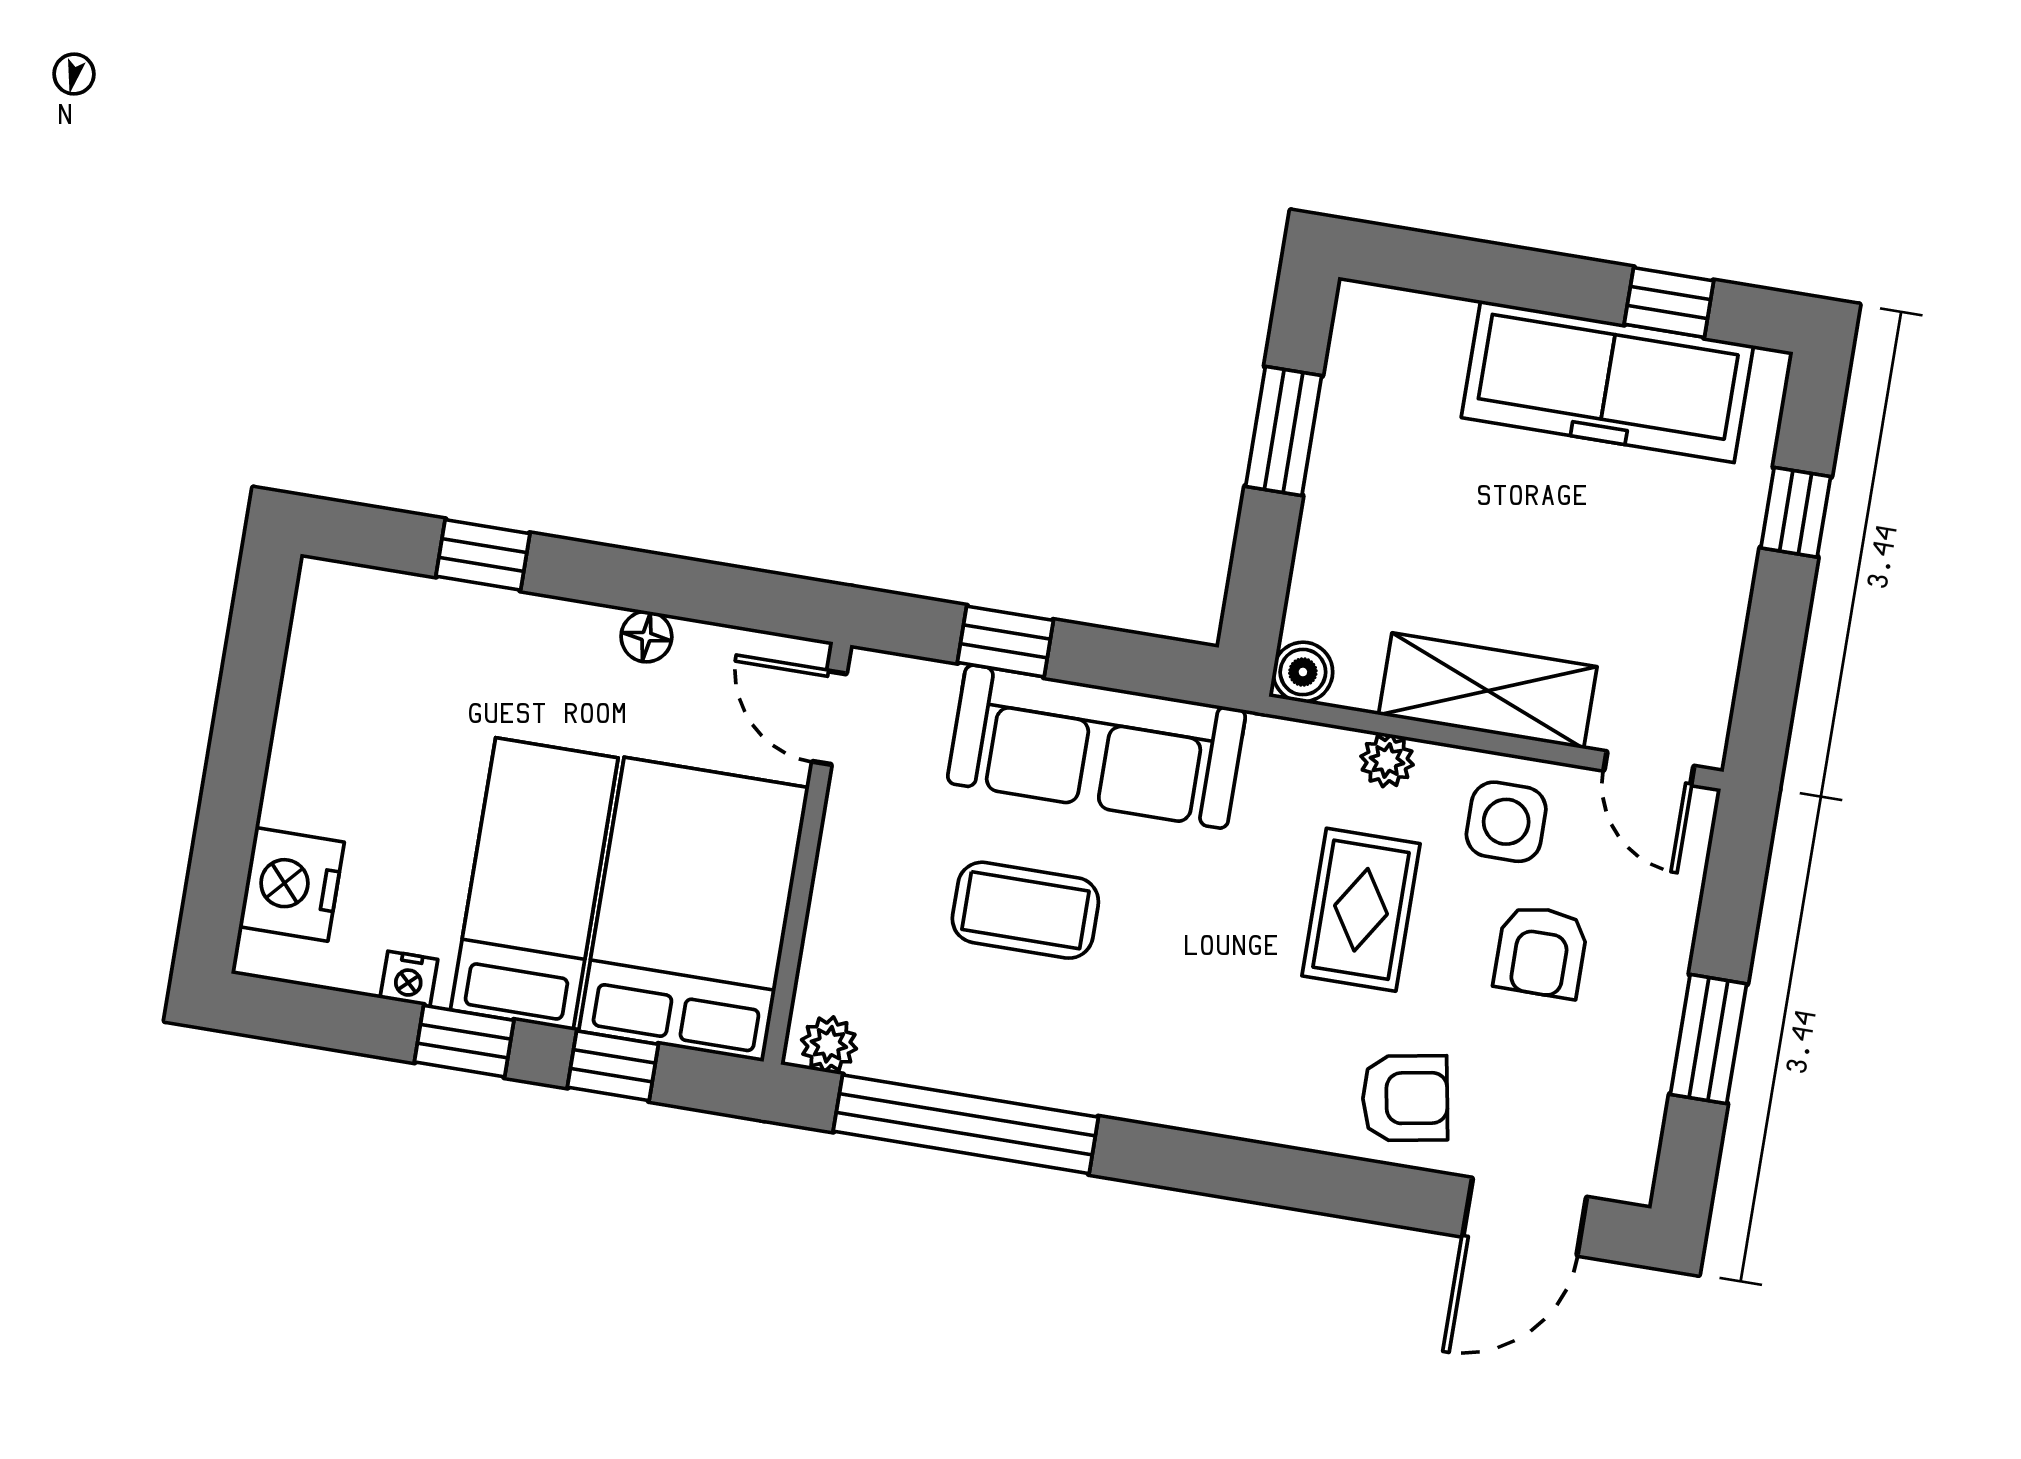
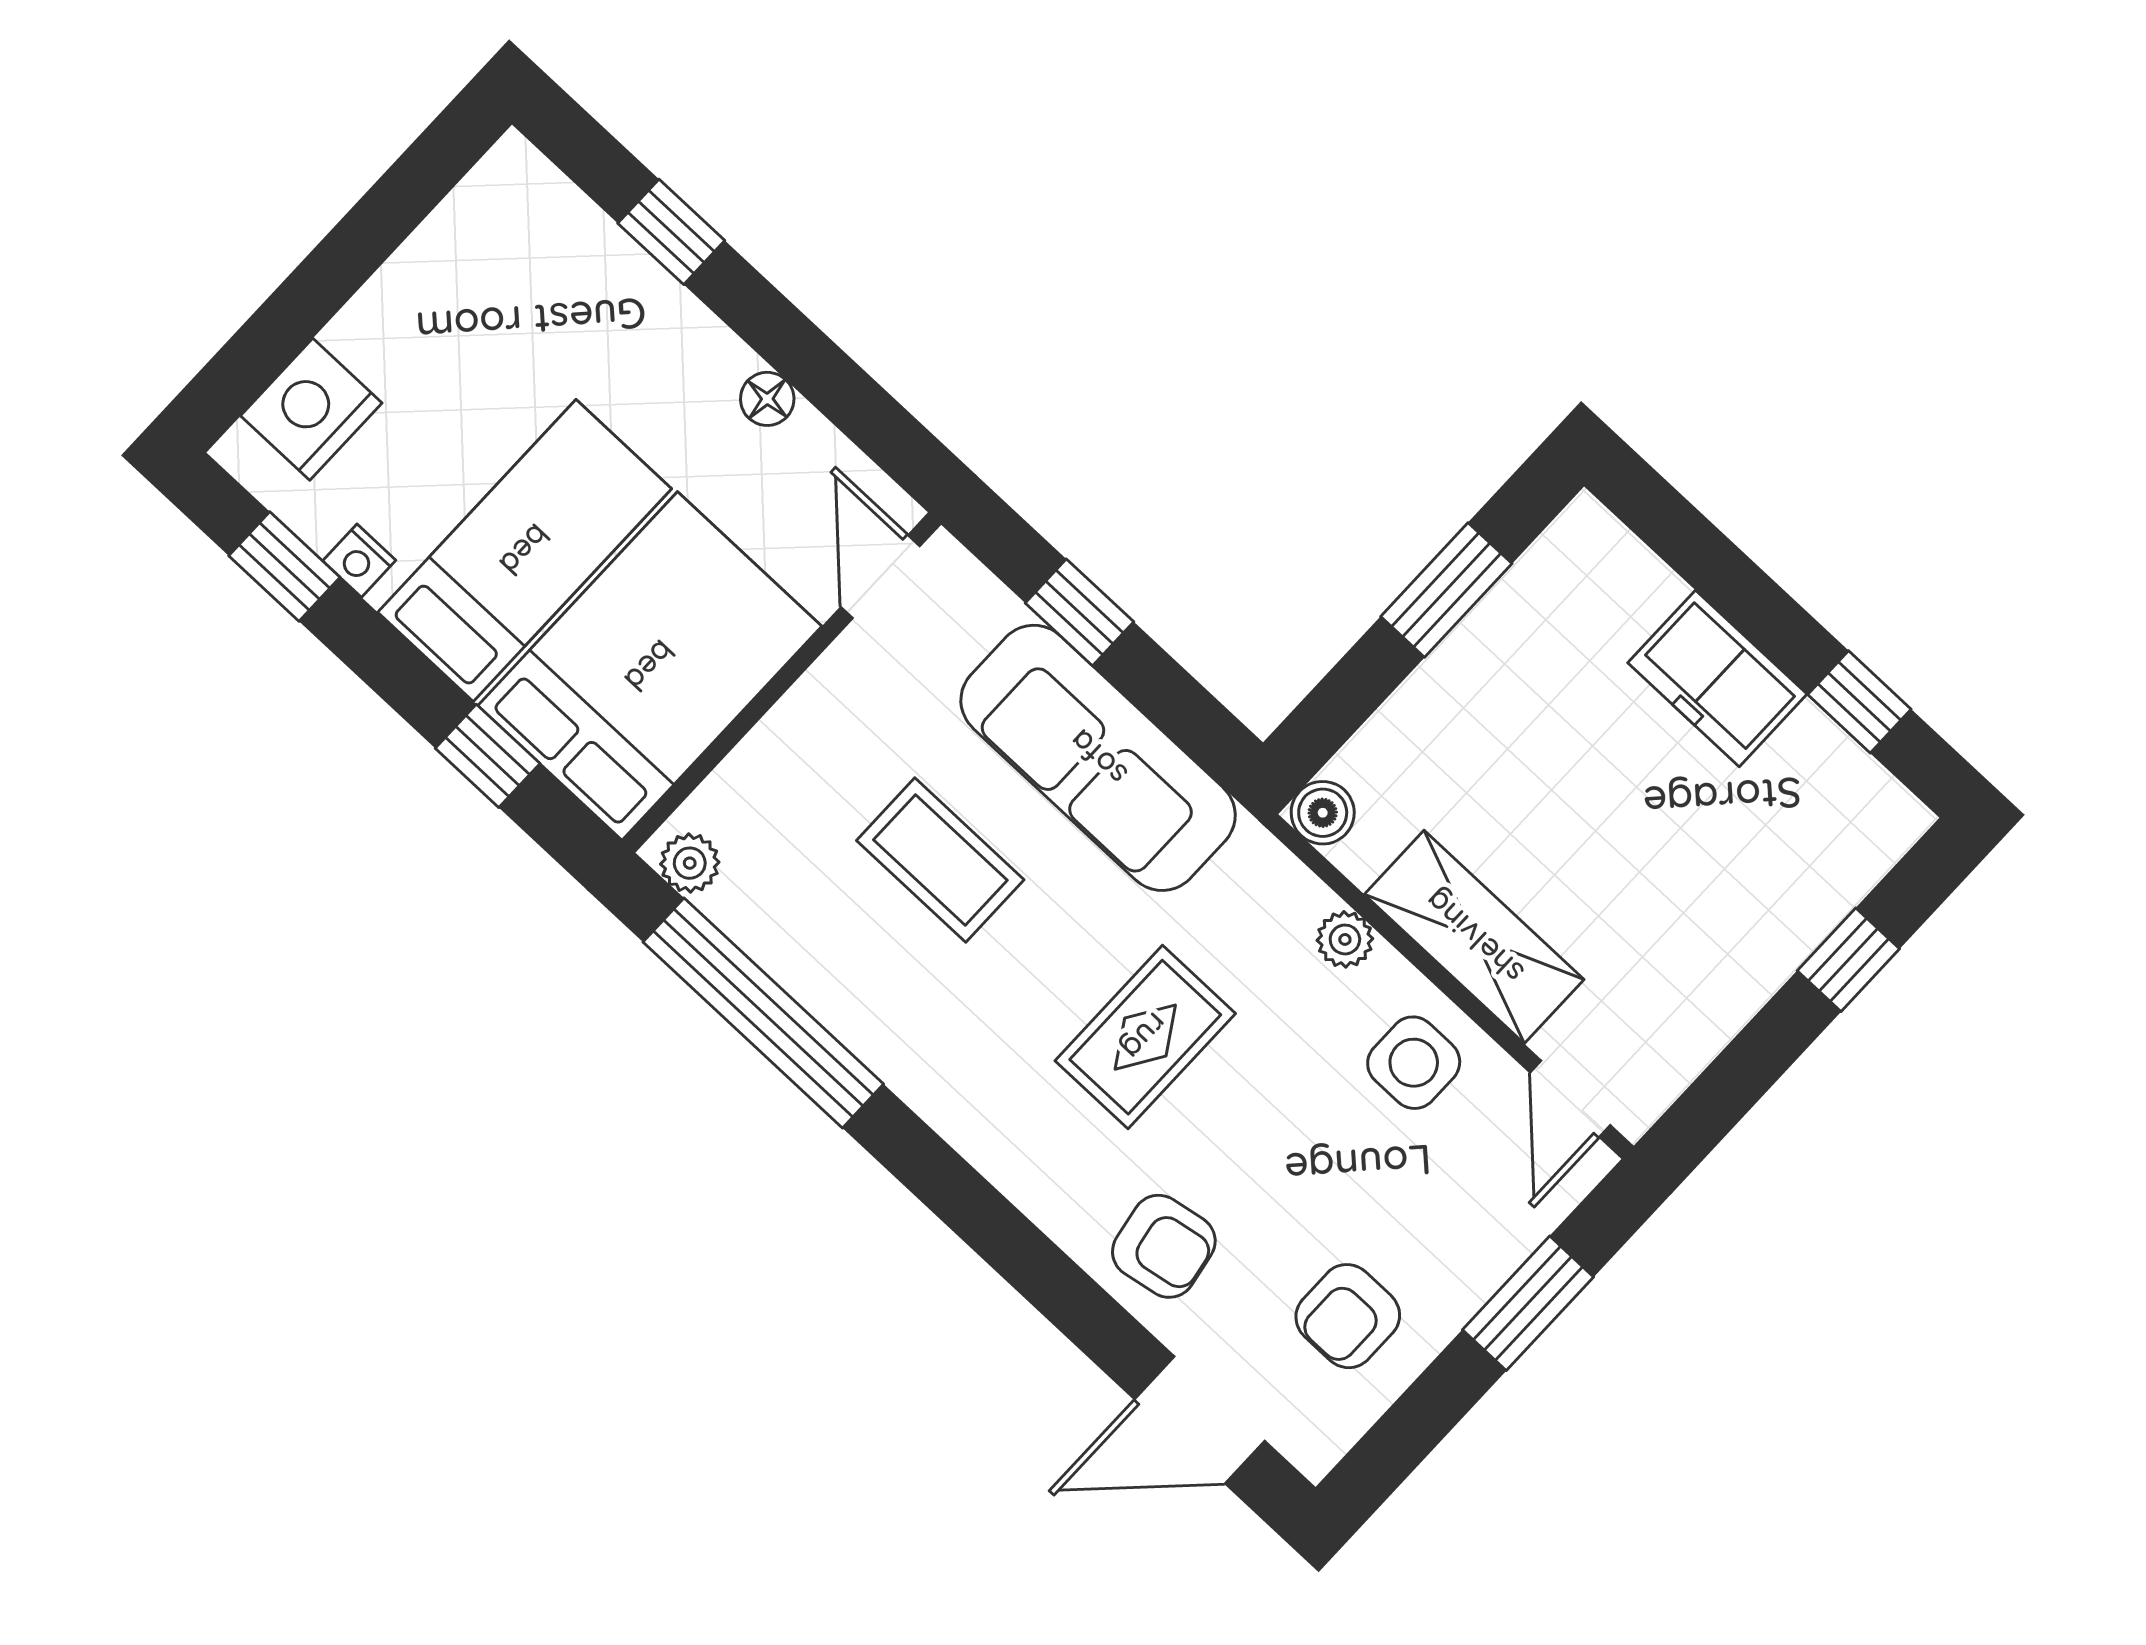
freezer: (1607, 381) -> (1717, 678), width x0.52, depth x0.79
rug: (1361, 910) -> (1145, 1037), moved
armchair: (1541, 952) -> (1348, 1316), moved
window: (1708, 1039) -> (1528, 1303), moved
window: (464, 1041) -> (284, 567), moved

